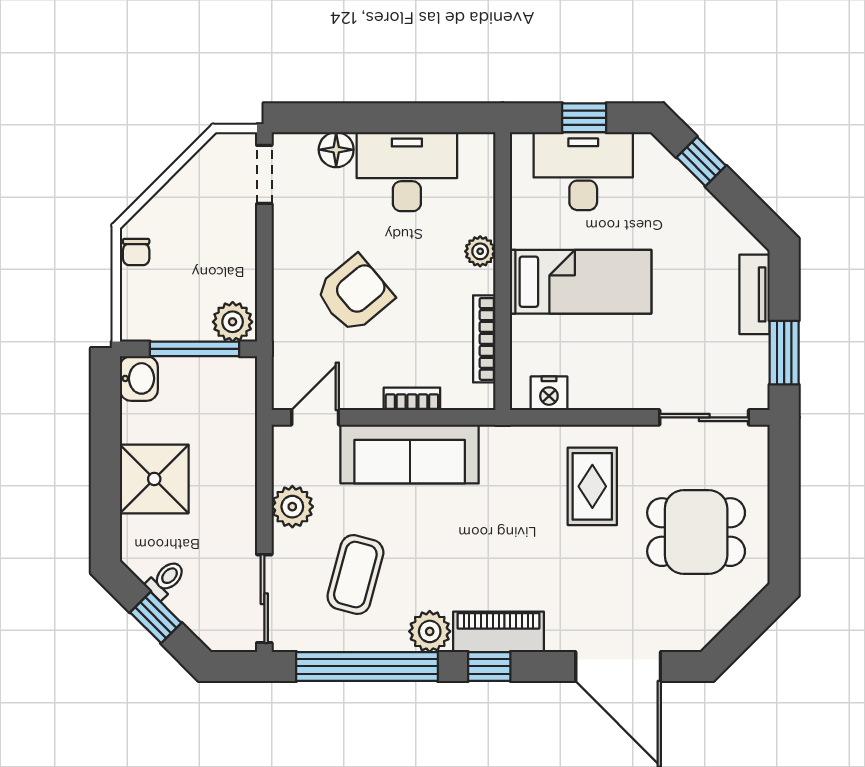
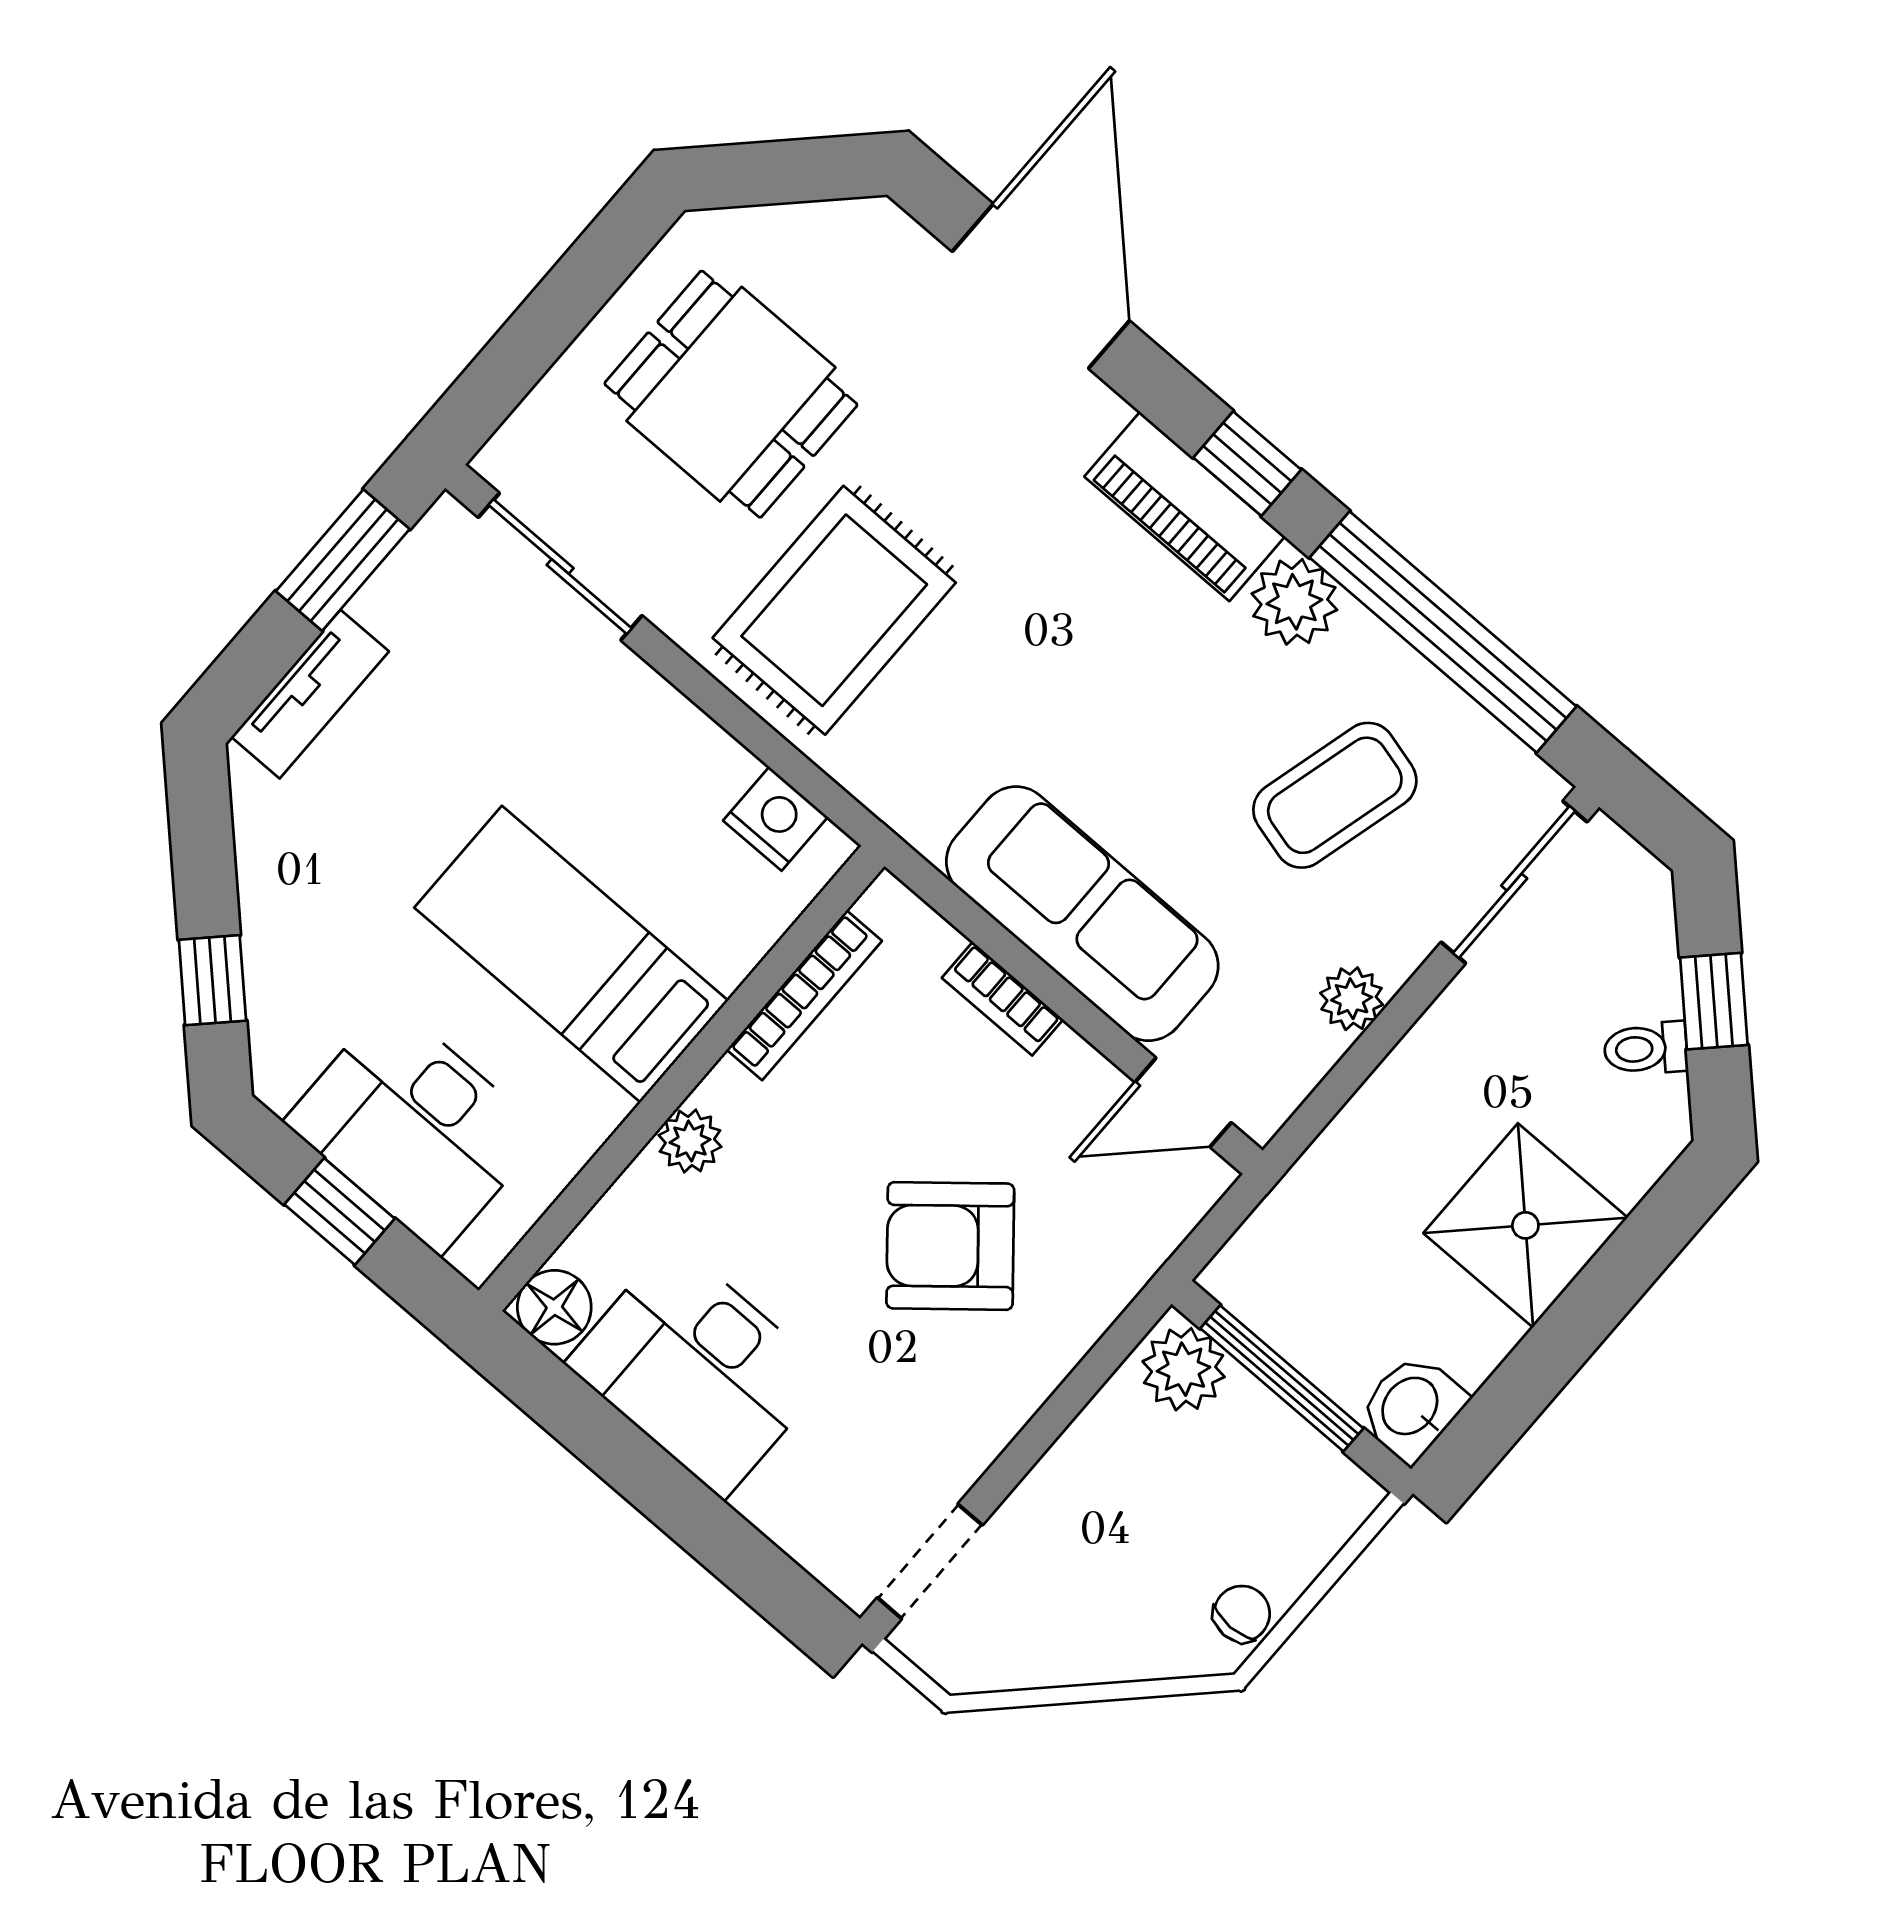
floor lamp: (336, 150) -> (554, 1307), moved
rug: (592, 486) -> (834, 610), width x1.36, depth x1.43
plant: (292, 507) -> (1352, 999), width x0.73, depth x0.73

